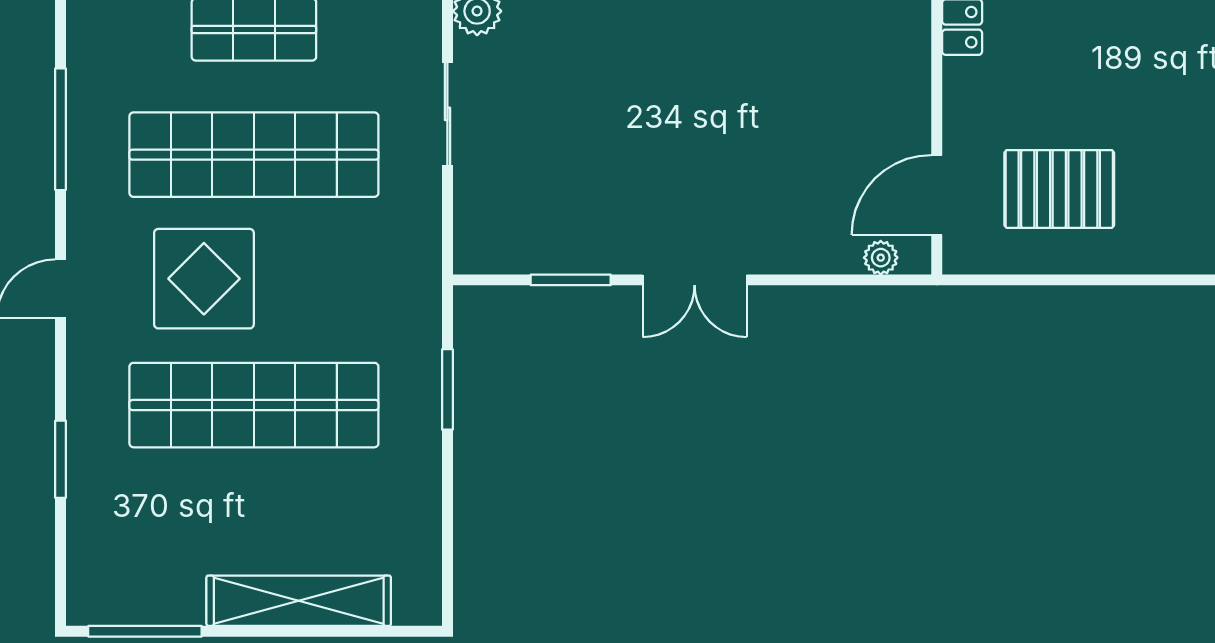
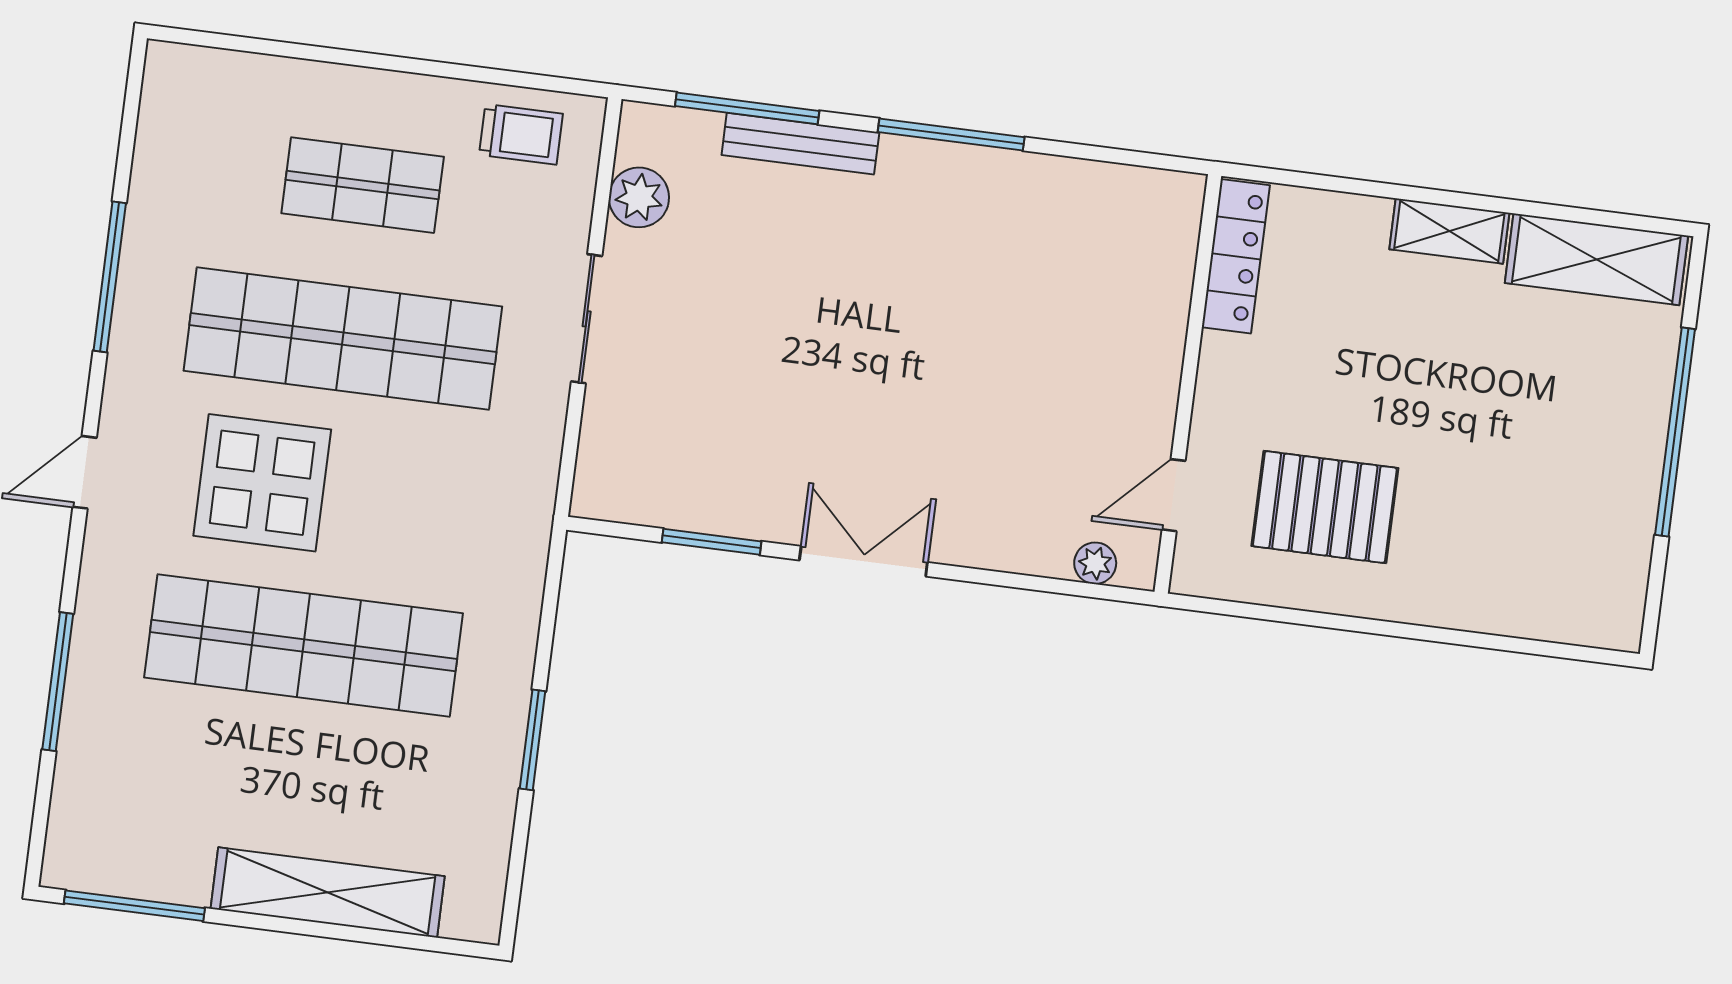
door: (937, 195) -> (1174, 495), width x0.73
double door: (695, 280) -> (863, 561), swing flipped
window: (447, 389) -> (533, 740), moved
window: (60, 459) -> (58, 682), width x1.44

